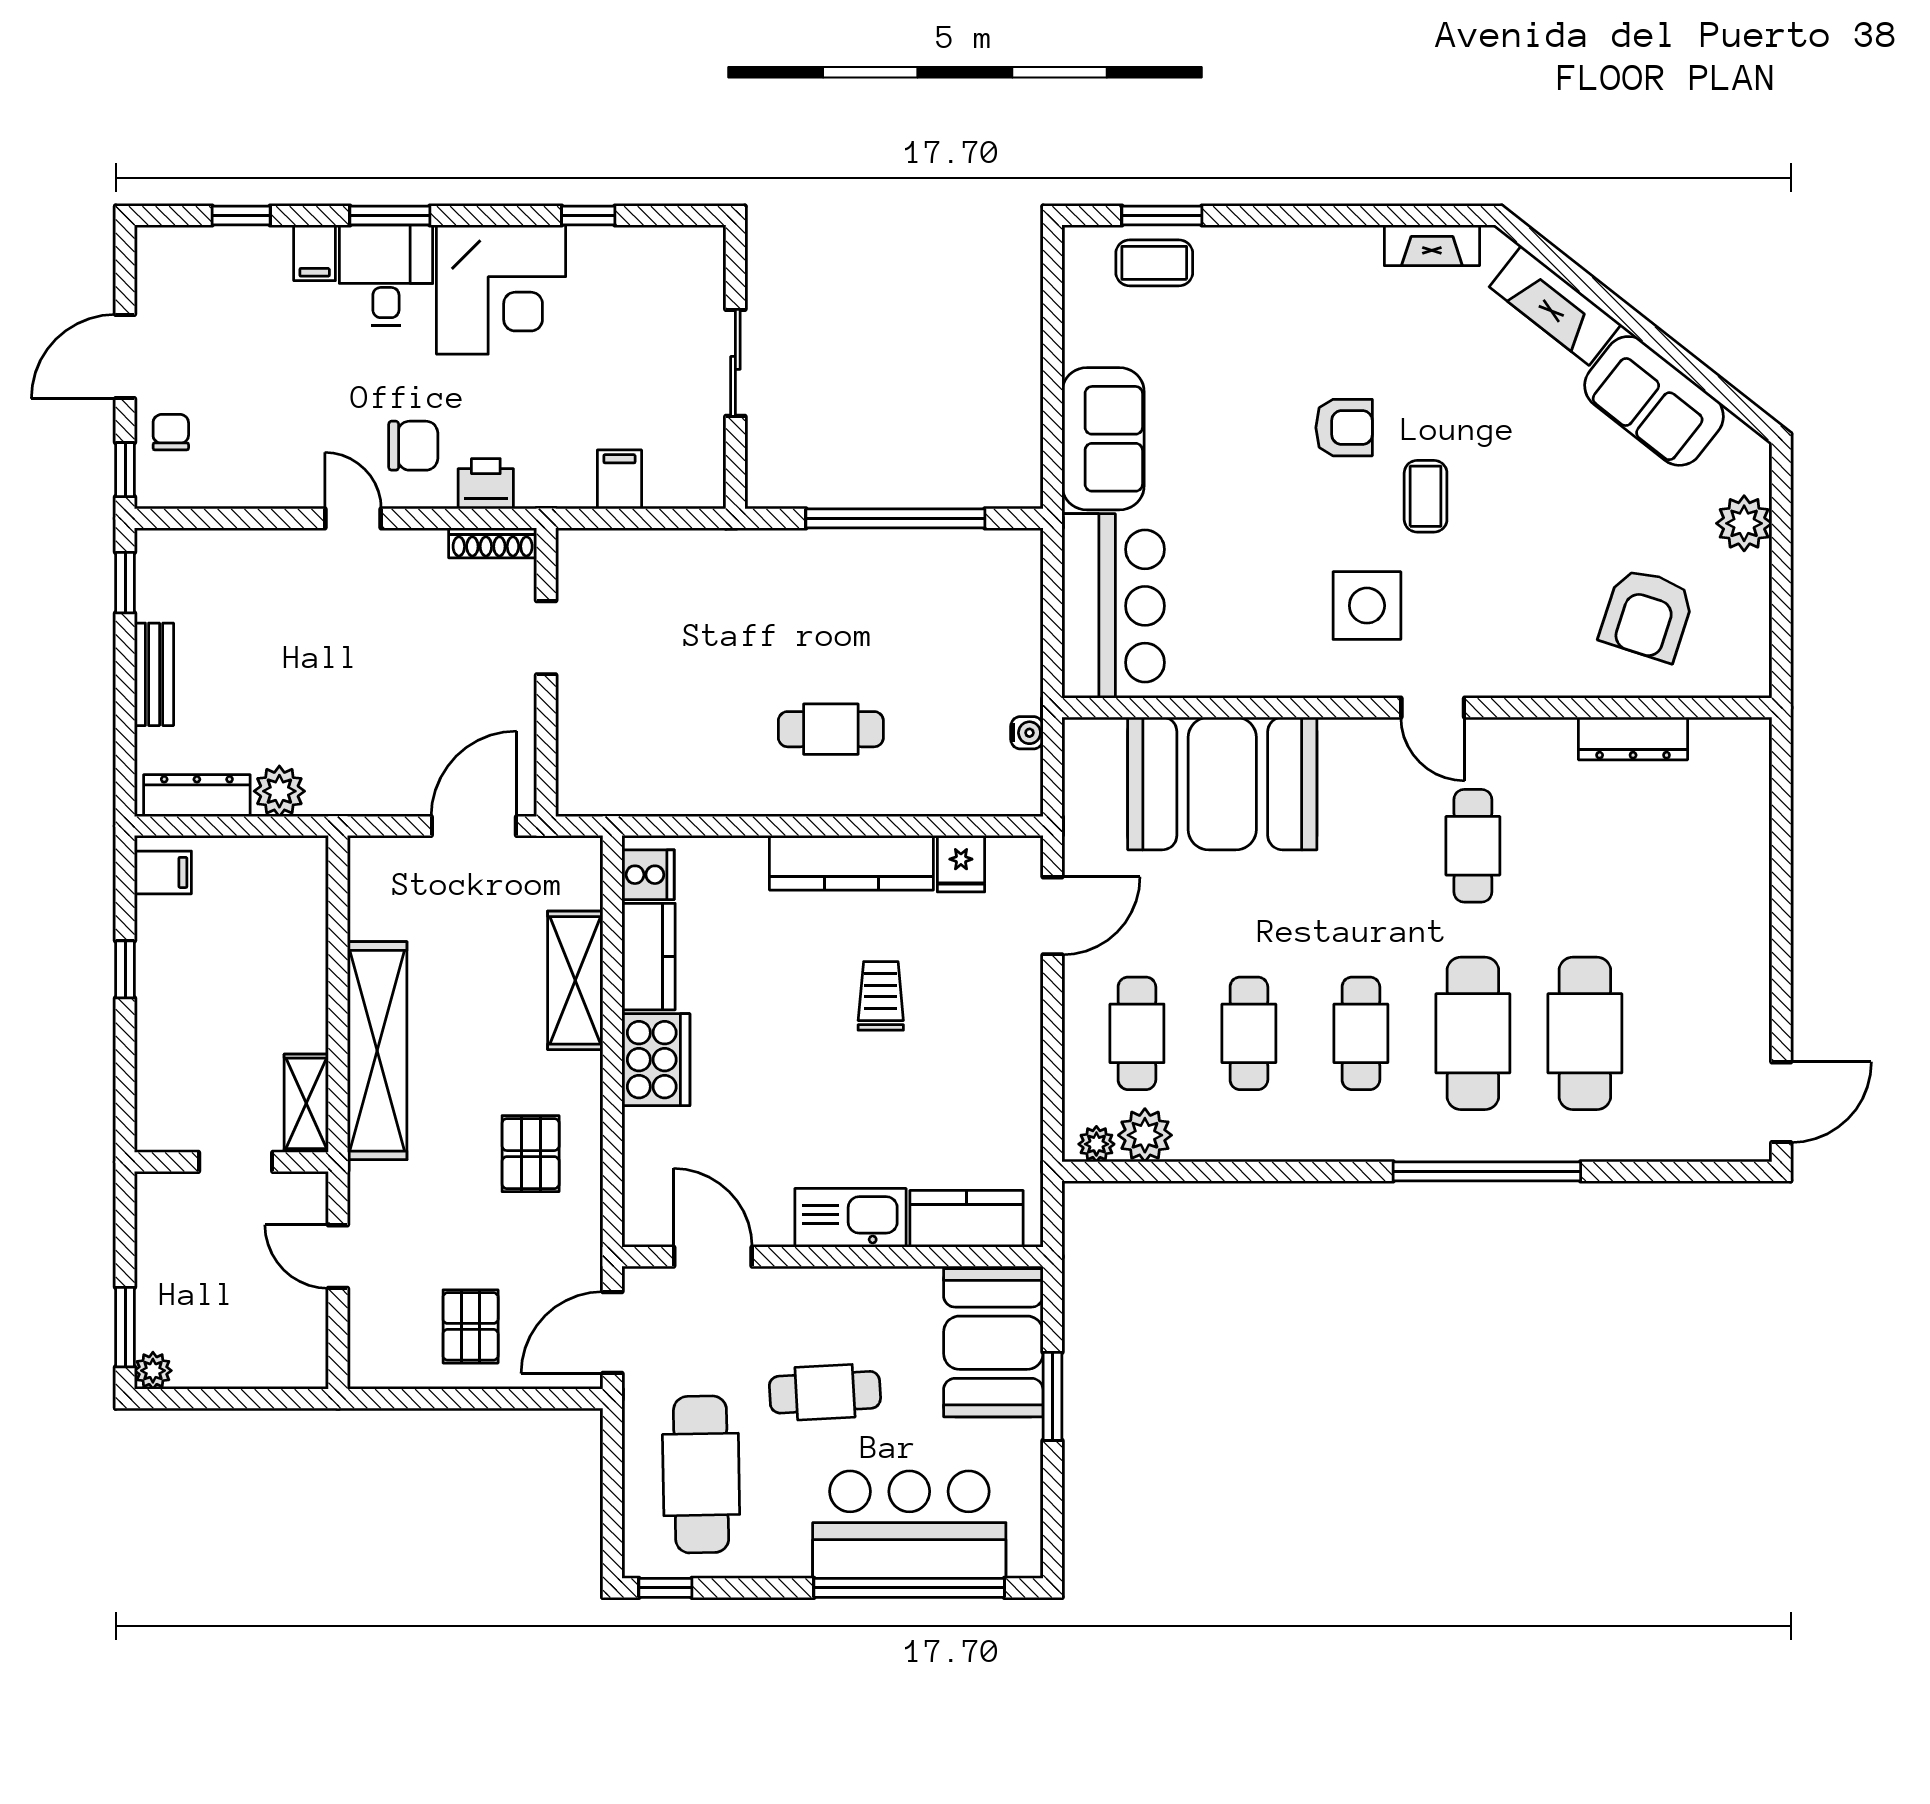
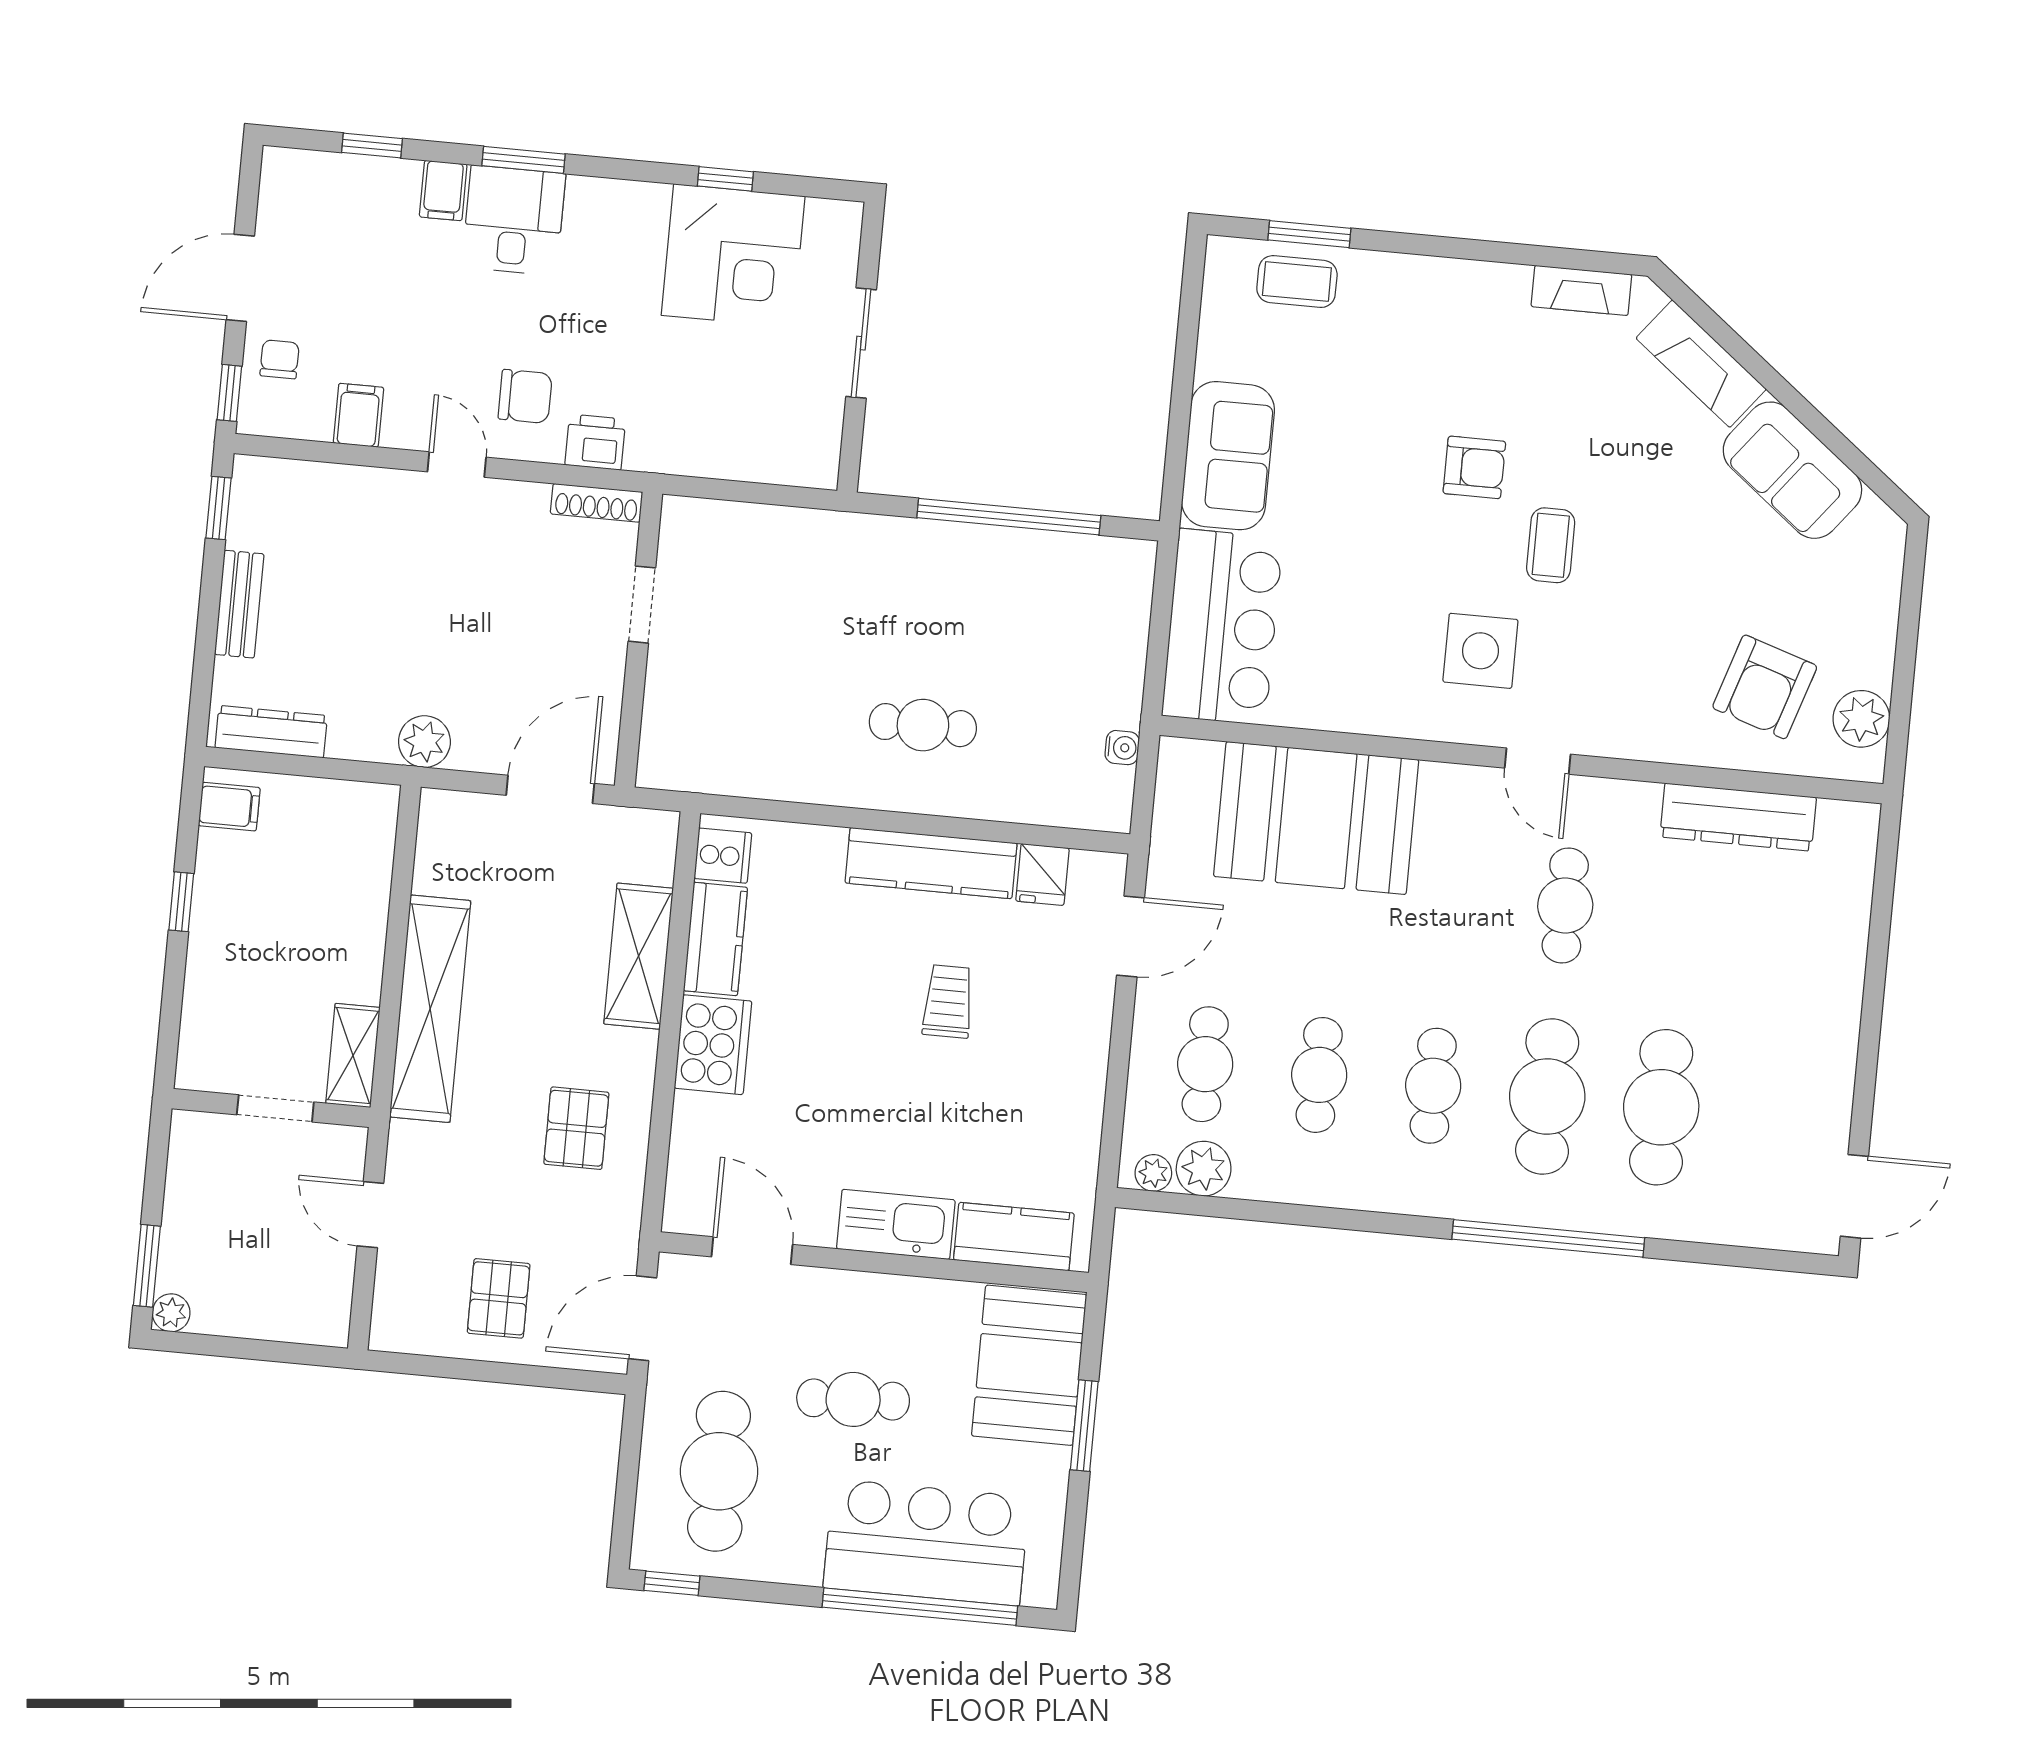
corner desk: (501, 290) -> (733, 256), moved
filing cabinet: (619, 479) -> (358, 415), moved
plant: (1744, 523) -> (1861, 719), moved
dresser: (1633, 738) -> (1738, 817), width x1.37, depth x1.24
plant: (279, 791) -> (424, 742), moved

